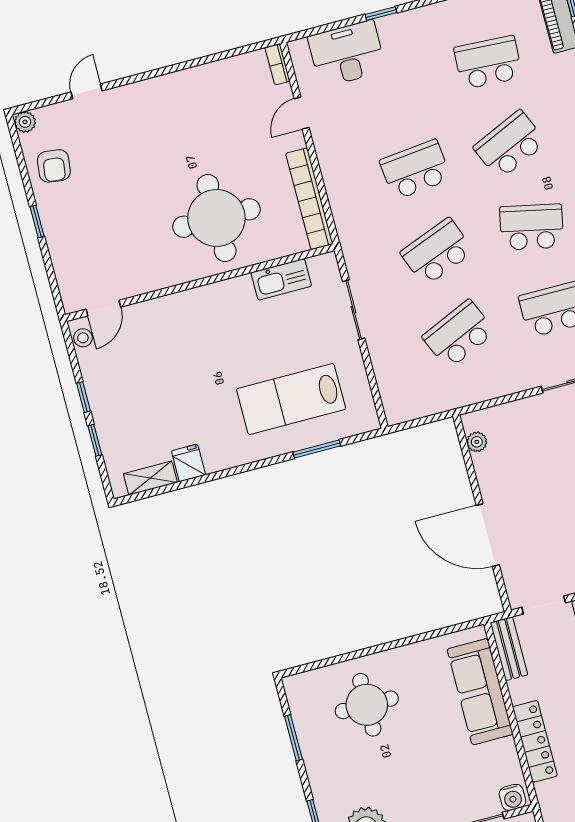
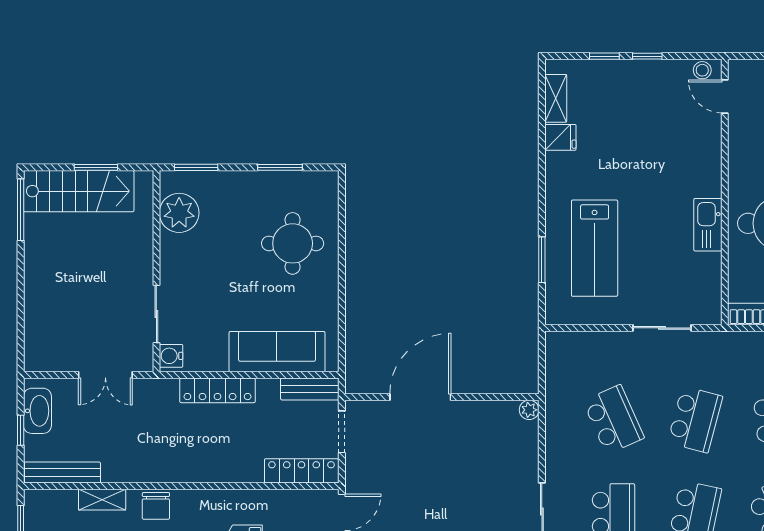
school desk: (437, 252) -> (695, 419), turned 36
kitchen sink: (281, 279) -> (708, 225), moved
lab bench: (291, 399) -> (595, 248), turned 180
plant: (477, 442) -> (529, 410), moved

